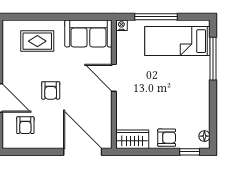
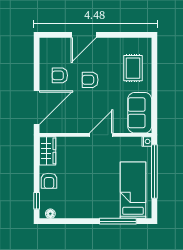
window: (156, 17) -> (154, 171), width x1.46
armchair: (25, 125) -> (60, 75), moved

